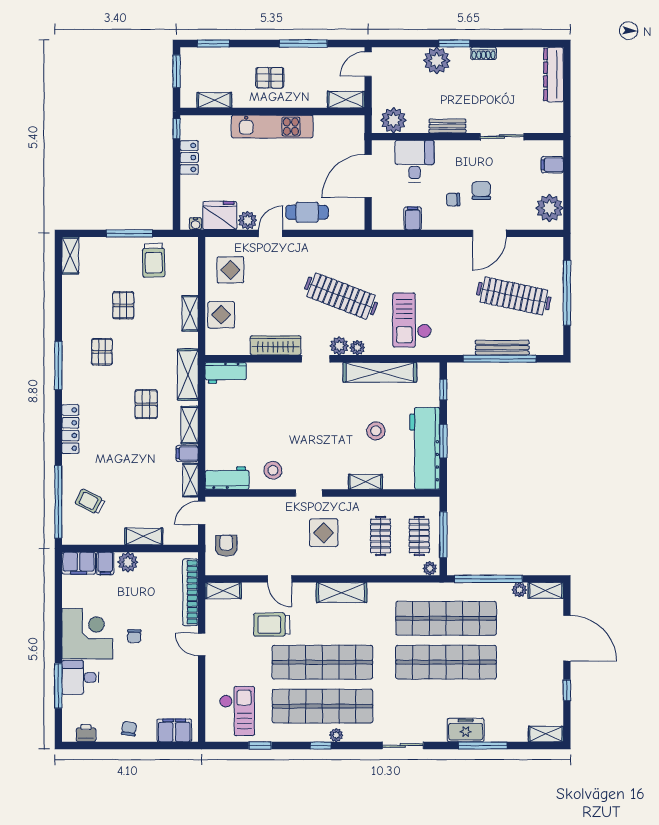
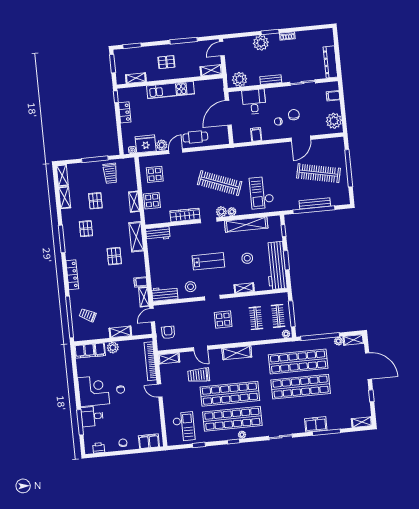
dresser: (554, 75) -> (330, 62), moved
shelving: (190, 425) -> (65, 198), moved
lab bench: (308, 429) -> (208, 261), added

